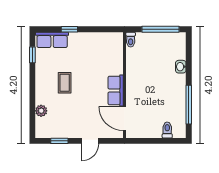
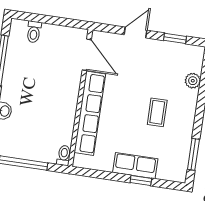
row of seats: (52, 40) -> (135, 166), moved
window: (32, 55) -> (193, 154), width x1.50
row of seats: (116, 91) -> (90, 113), width x2.02

